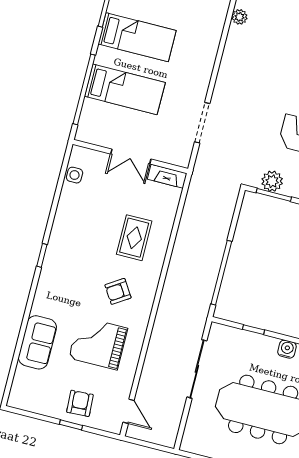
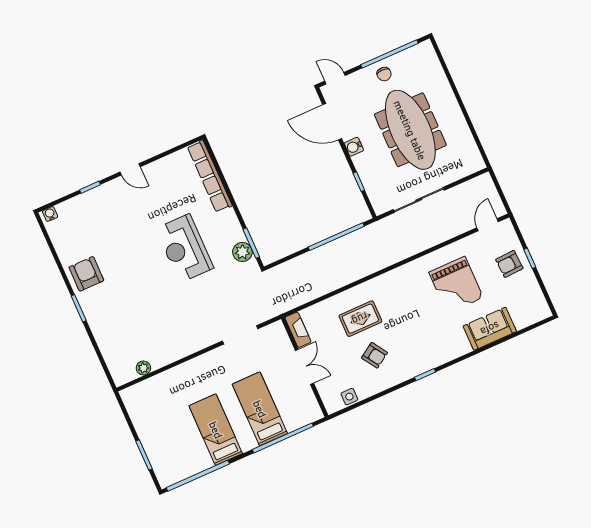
armchair: (118, 291) -> (375, 355), moved

